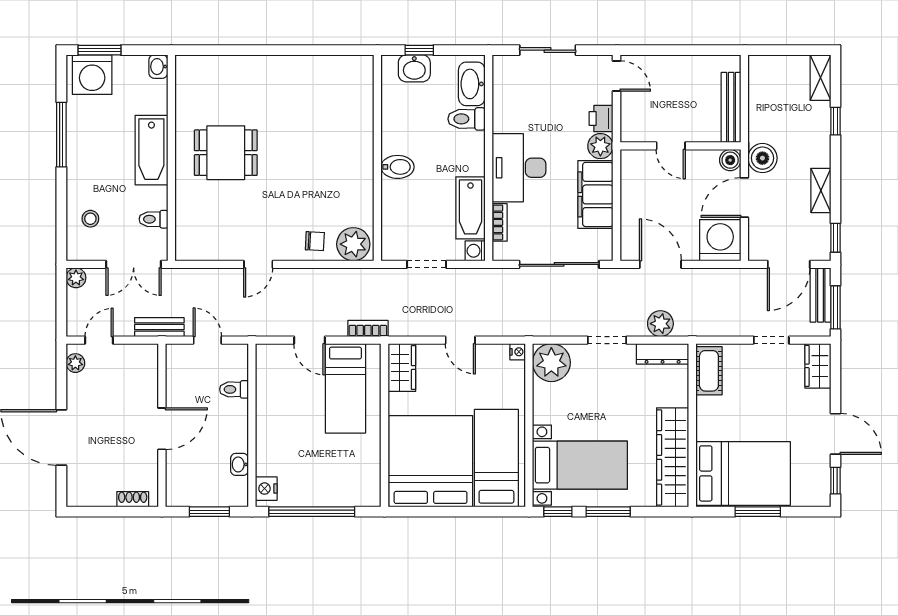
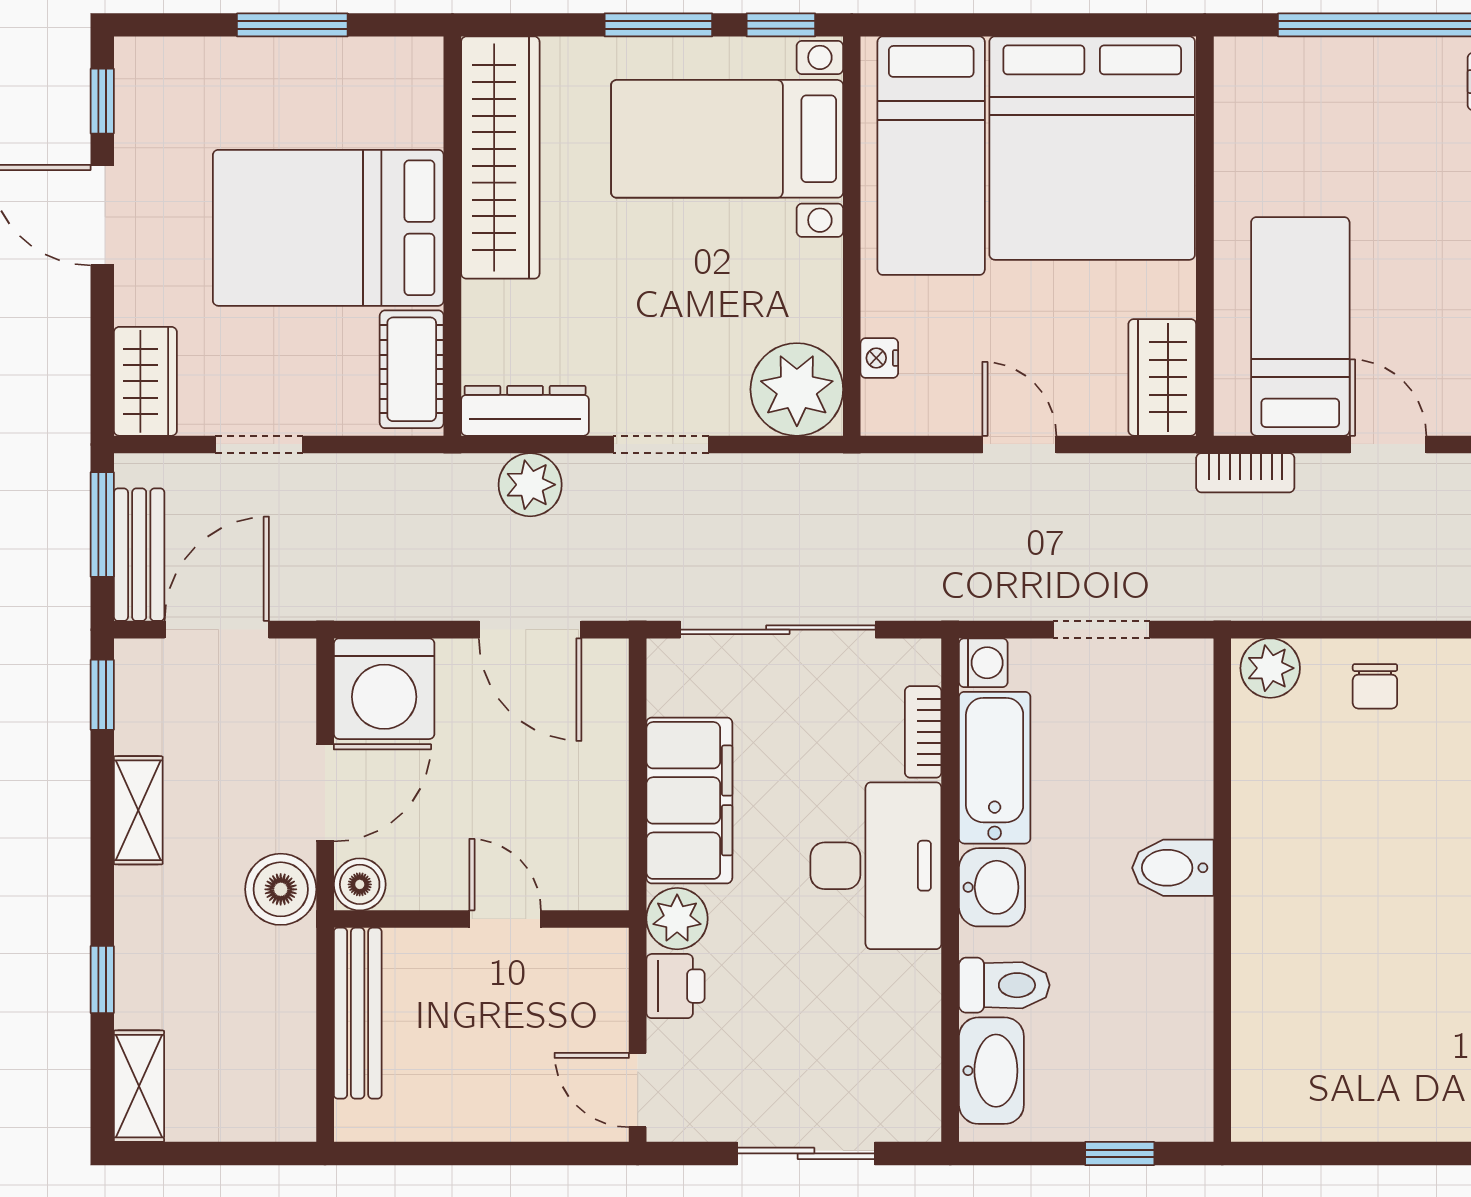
washbasin: (414, 68) -> (992, 887), moved, turned 90
chair: (315, 241) -> (1375, 686), turned -93
plant: (353, 244) -> (1270, 668), width x0.73, depth x0.73
nightstand: (518, 352) -> (879, 358), moved
bed: (743, 473) -> (328, 228), moved

